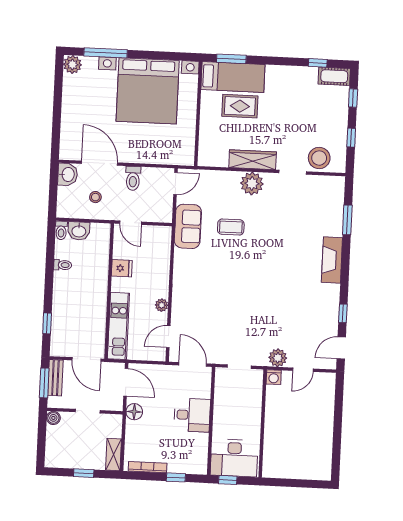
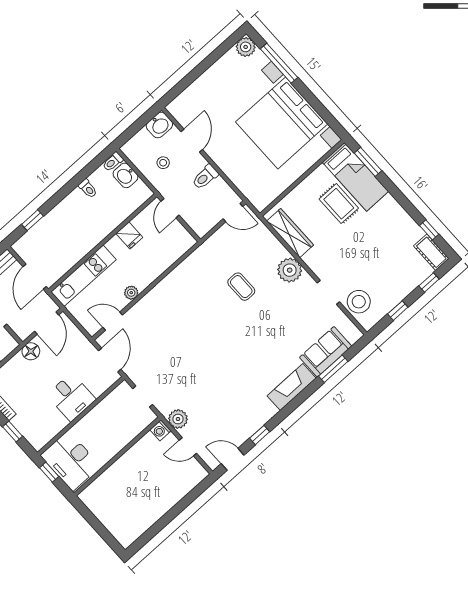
wardrobe: (253, 160) -> (290, 233), moved
door: (100, 163) -> (192, 141), width x0.73
sofa: (188, 226) -> (326, 352), moved, turned 180

